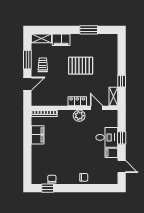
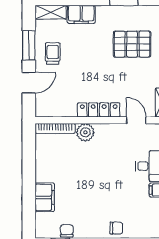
pallet: (81, 66) -> (132, 44), moved
locker: (77, 101) -> (99, 110), width x1.53
plant: (79, 116) -> (85, 132), moved
filing cabinet: (38, 135) -> (45, 197), moved

